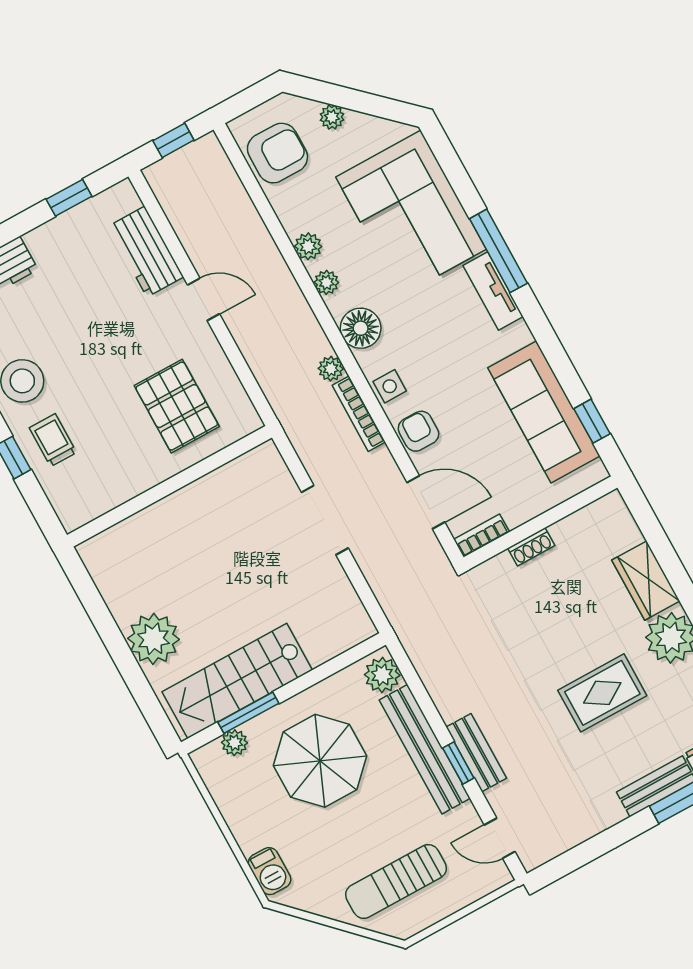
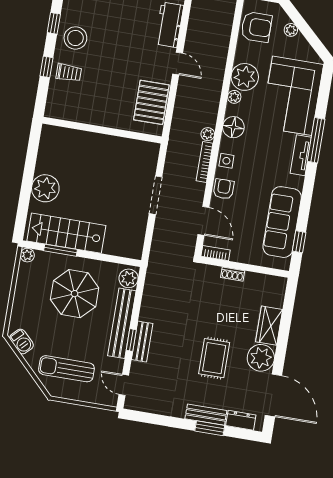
plant: (308, 246) -> (245, 77), width x1.88, depth x1.88
pallet: (177, 406) -> (151, 102), moved
trolley: (53, 440) -> (69, 73), turned 90
rug: (602, 693) -> (214, 358), turned 90
plant: (234, 743) -> (27, 255), moved
barbecue: (270, 871) -> (22, 341), moved, turned -45

